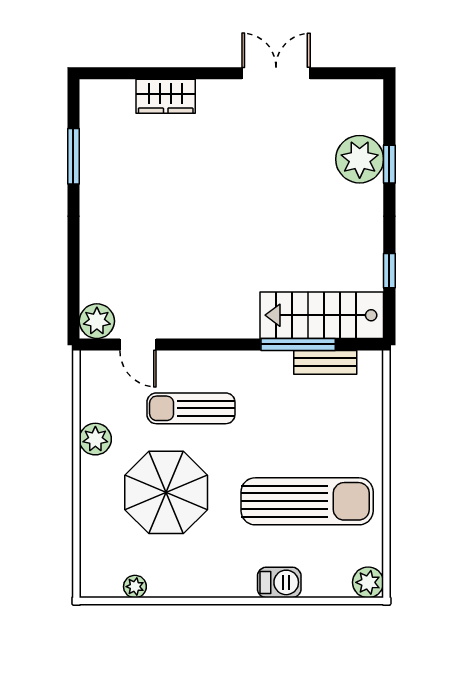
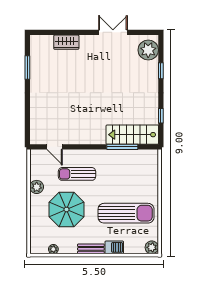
plant: (360, 159) -> (148, 50), moved
plant: (97, 321) -> (37, 137), removed
bench: (325, 362) -> (91, 249), moved

